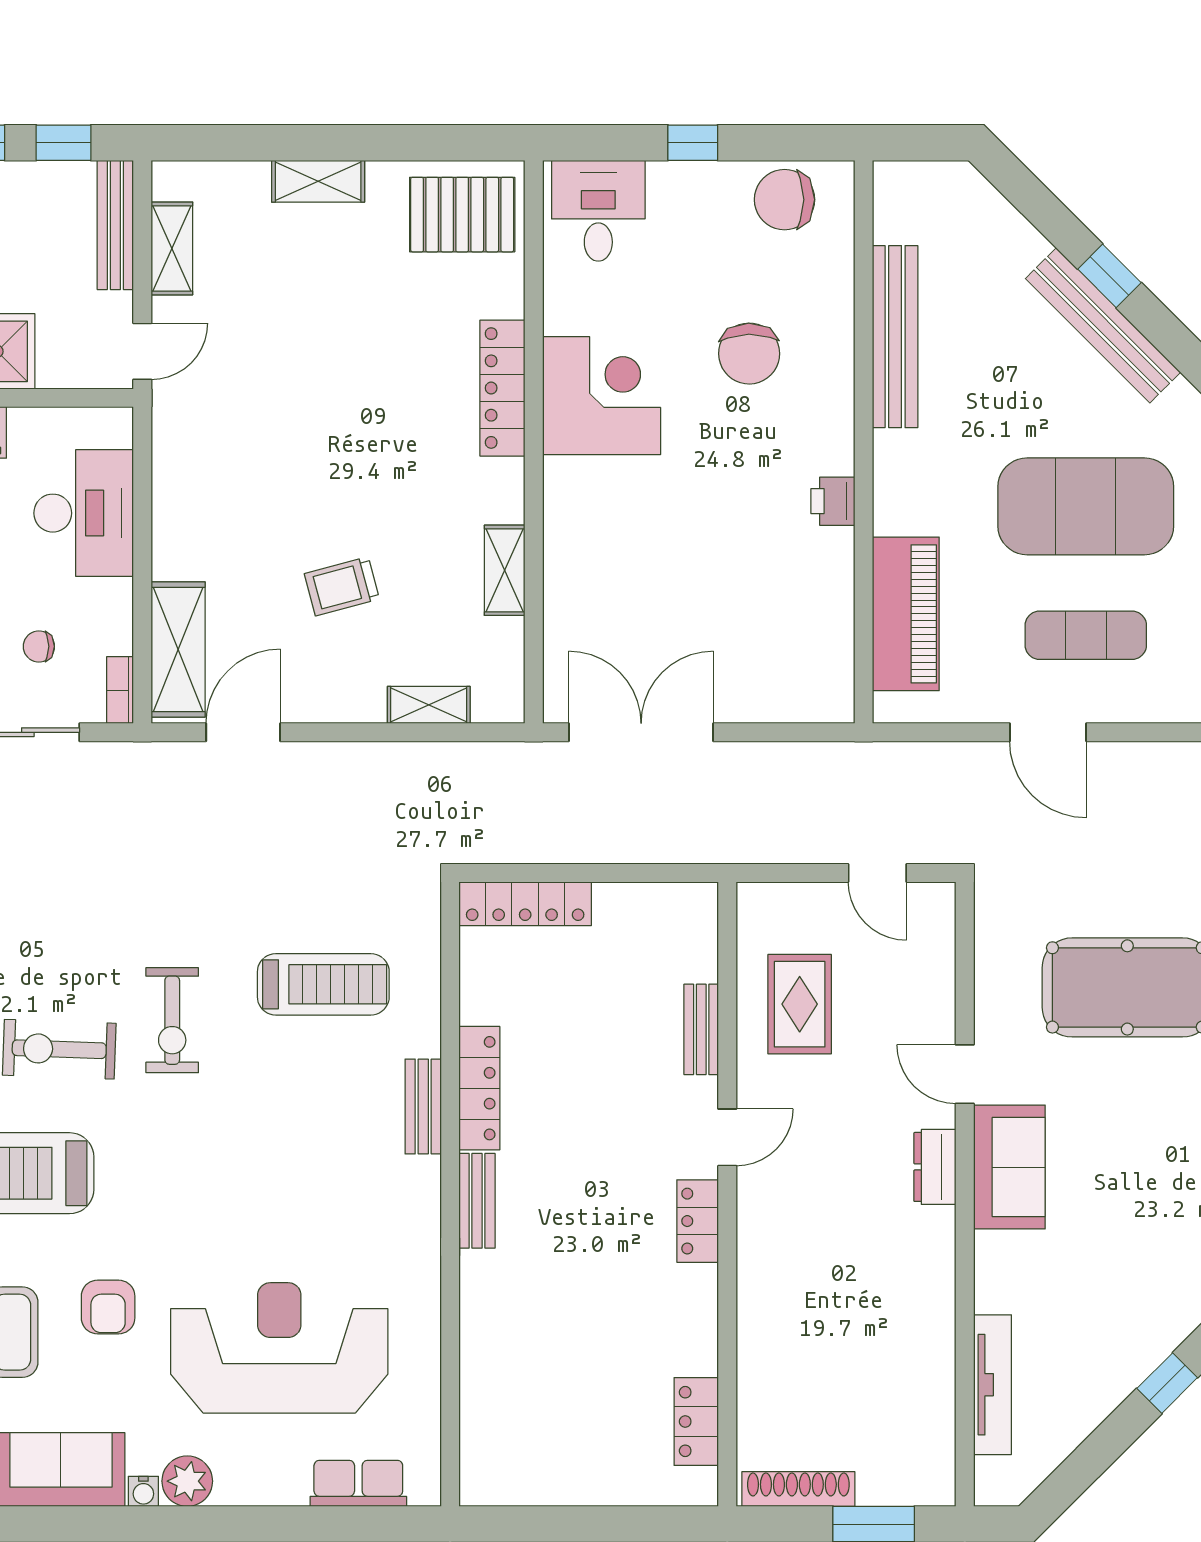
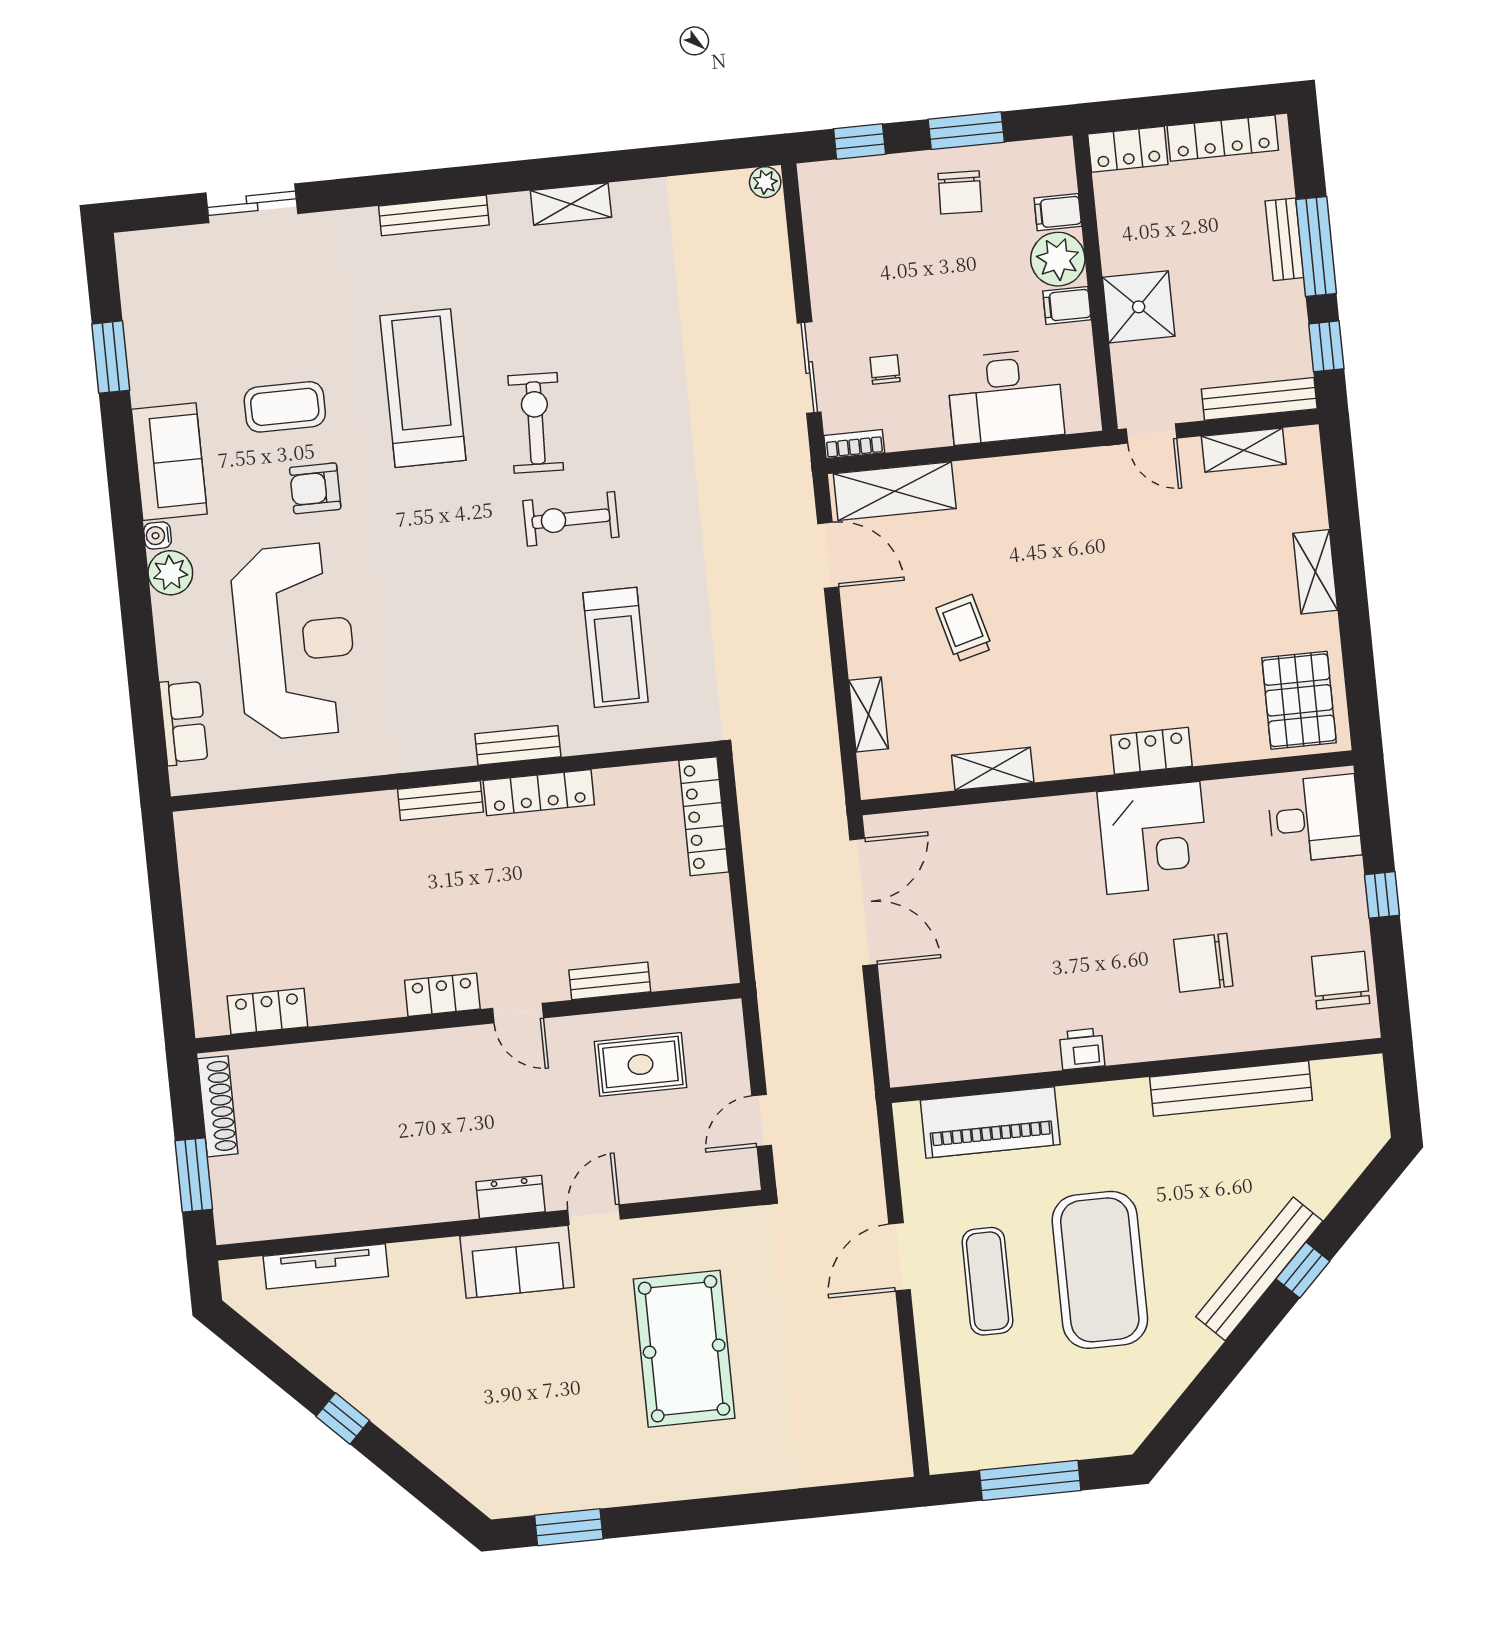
locker: (502, 388) -> (1151, 751), width x0.66

